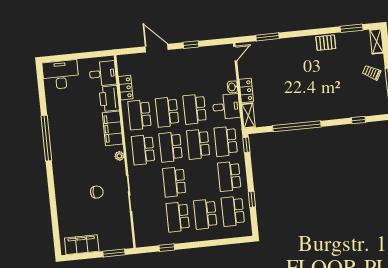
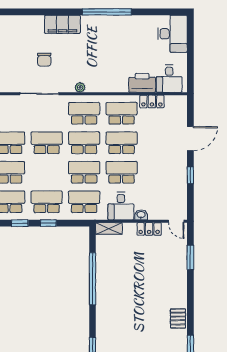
locker: (246, 90) -> (149, 229), moved
filing cabinet: (113, 128) -> (62, 24), moved, turned 180
window: (246, 145) -> (48, 223), moved

